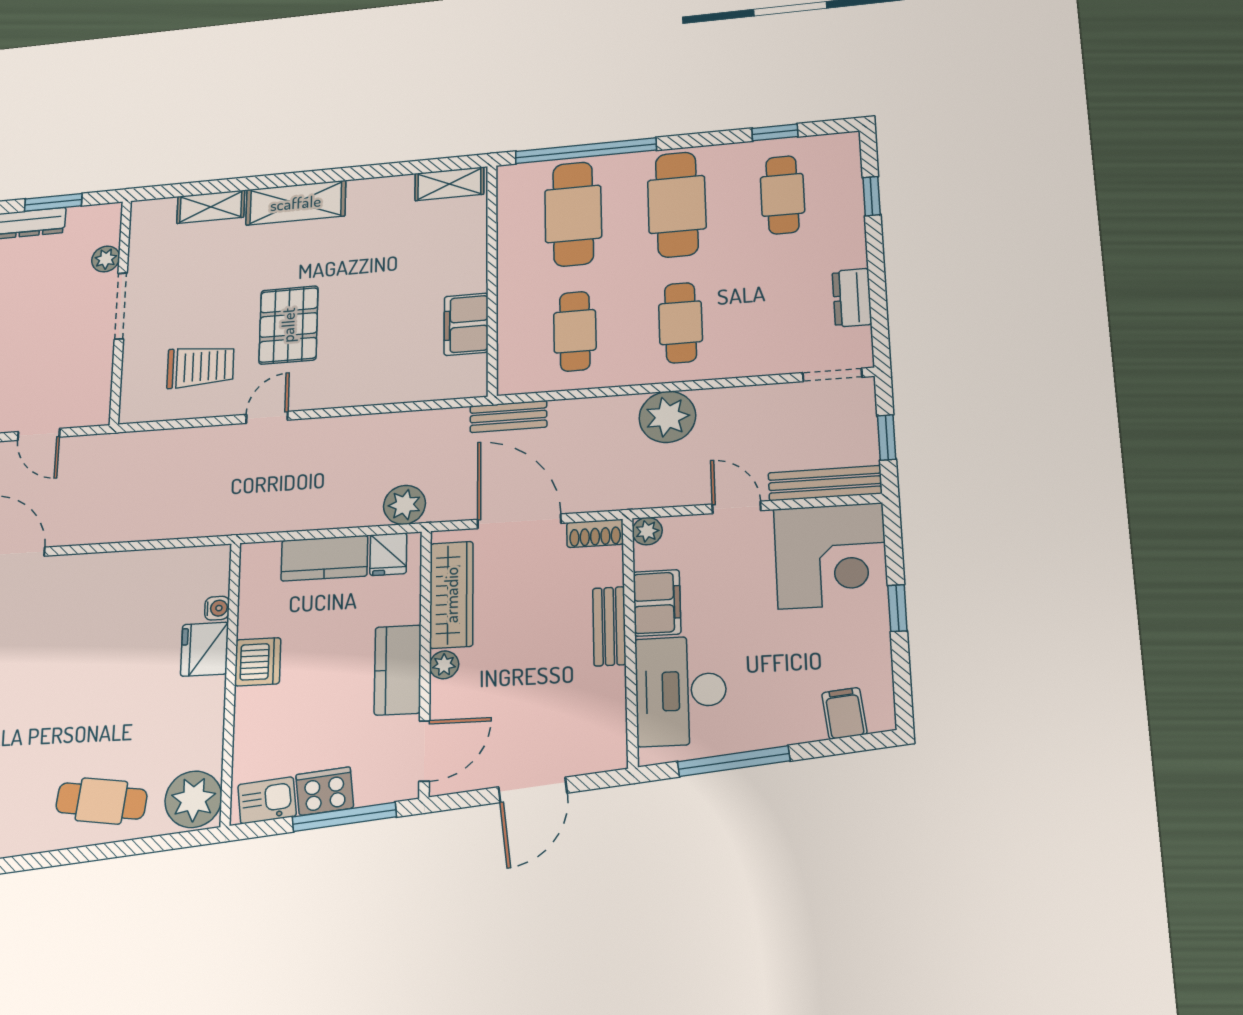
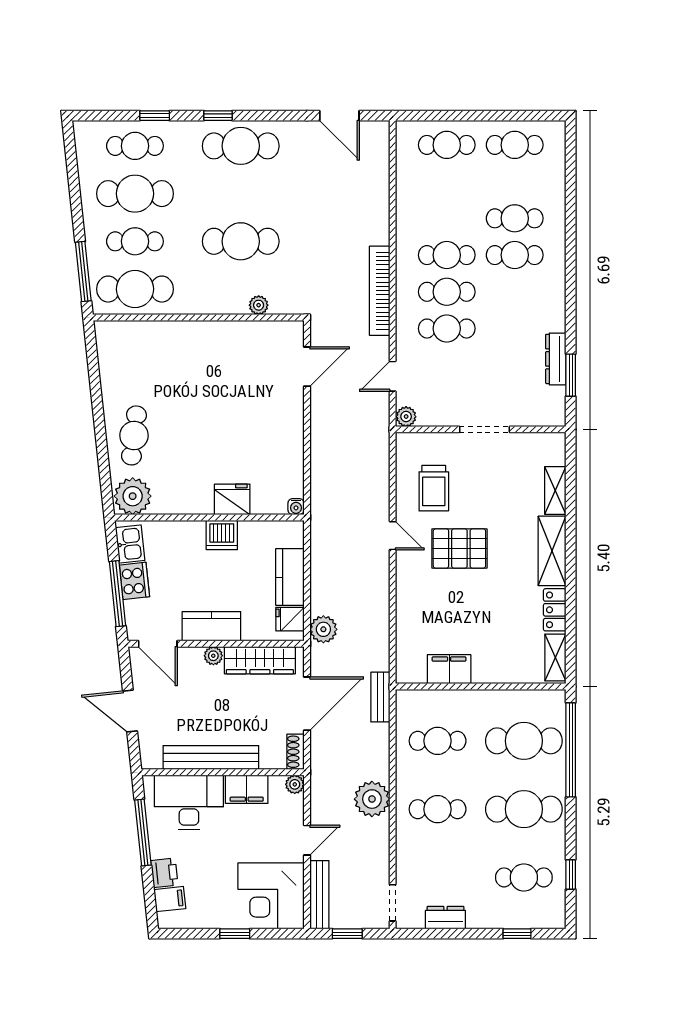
locker: (380, 191) -> (555, 610), added
plant: (106, 259) -> (406, 417), moved
water cooler: (217, 608) -> (296, 507), moved
bench: (609, 626) -> (211, 757), width x1.86, depth x1.21
printer: (800, 724) -> (164, 873), added

